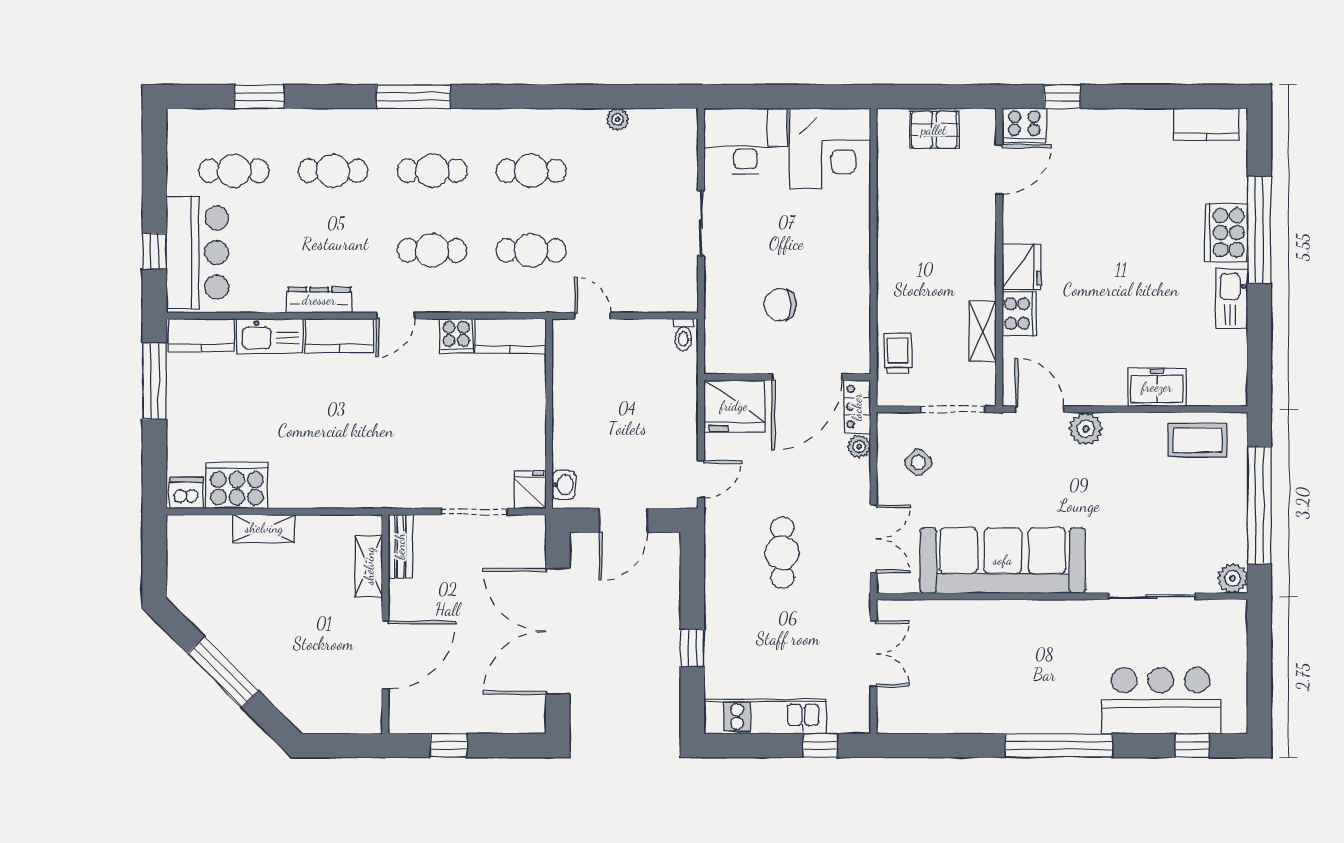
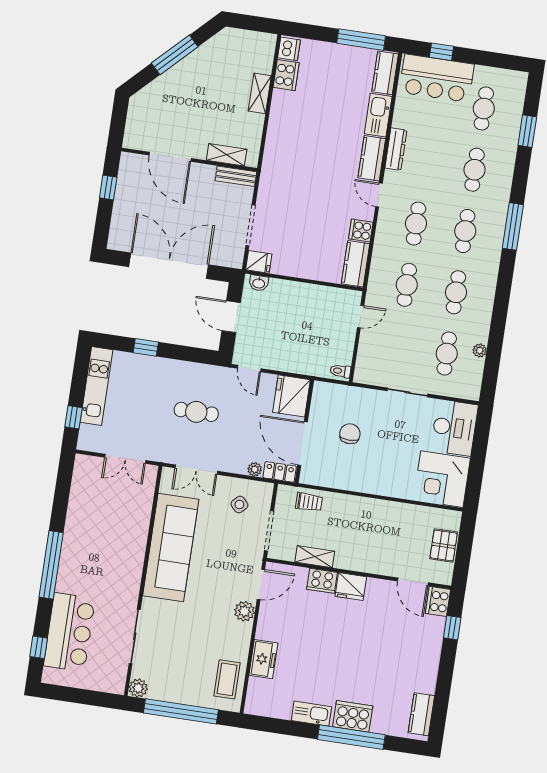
cafe table: (630, 171) -> (447, 354), added
cooker: (237, 486) -> (286, 75), width x0.73, depth x0.76

